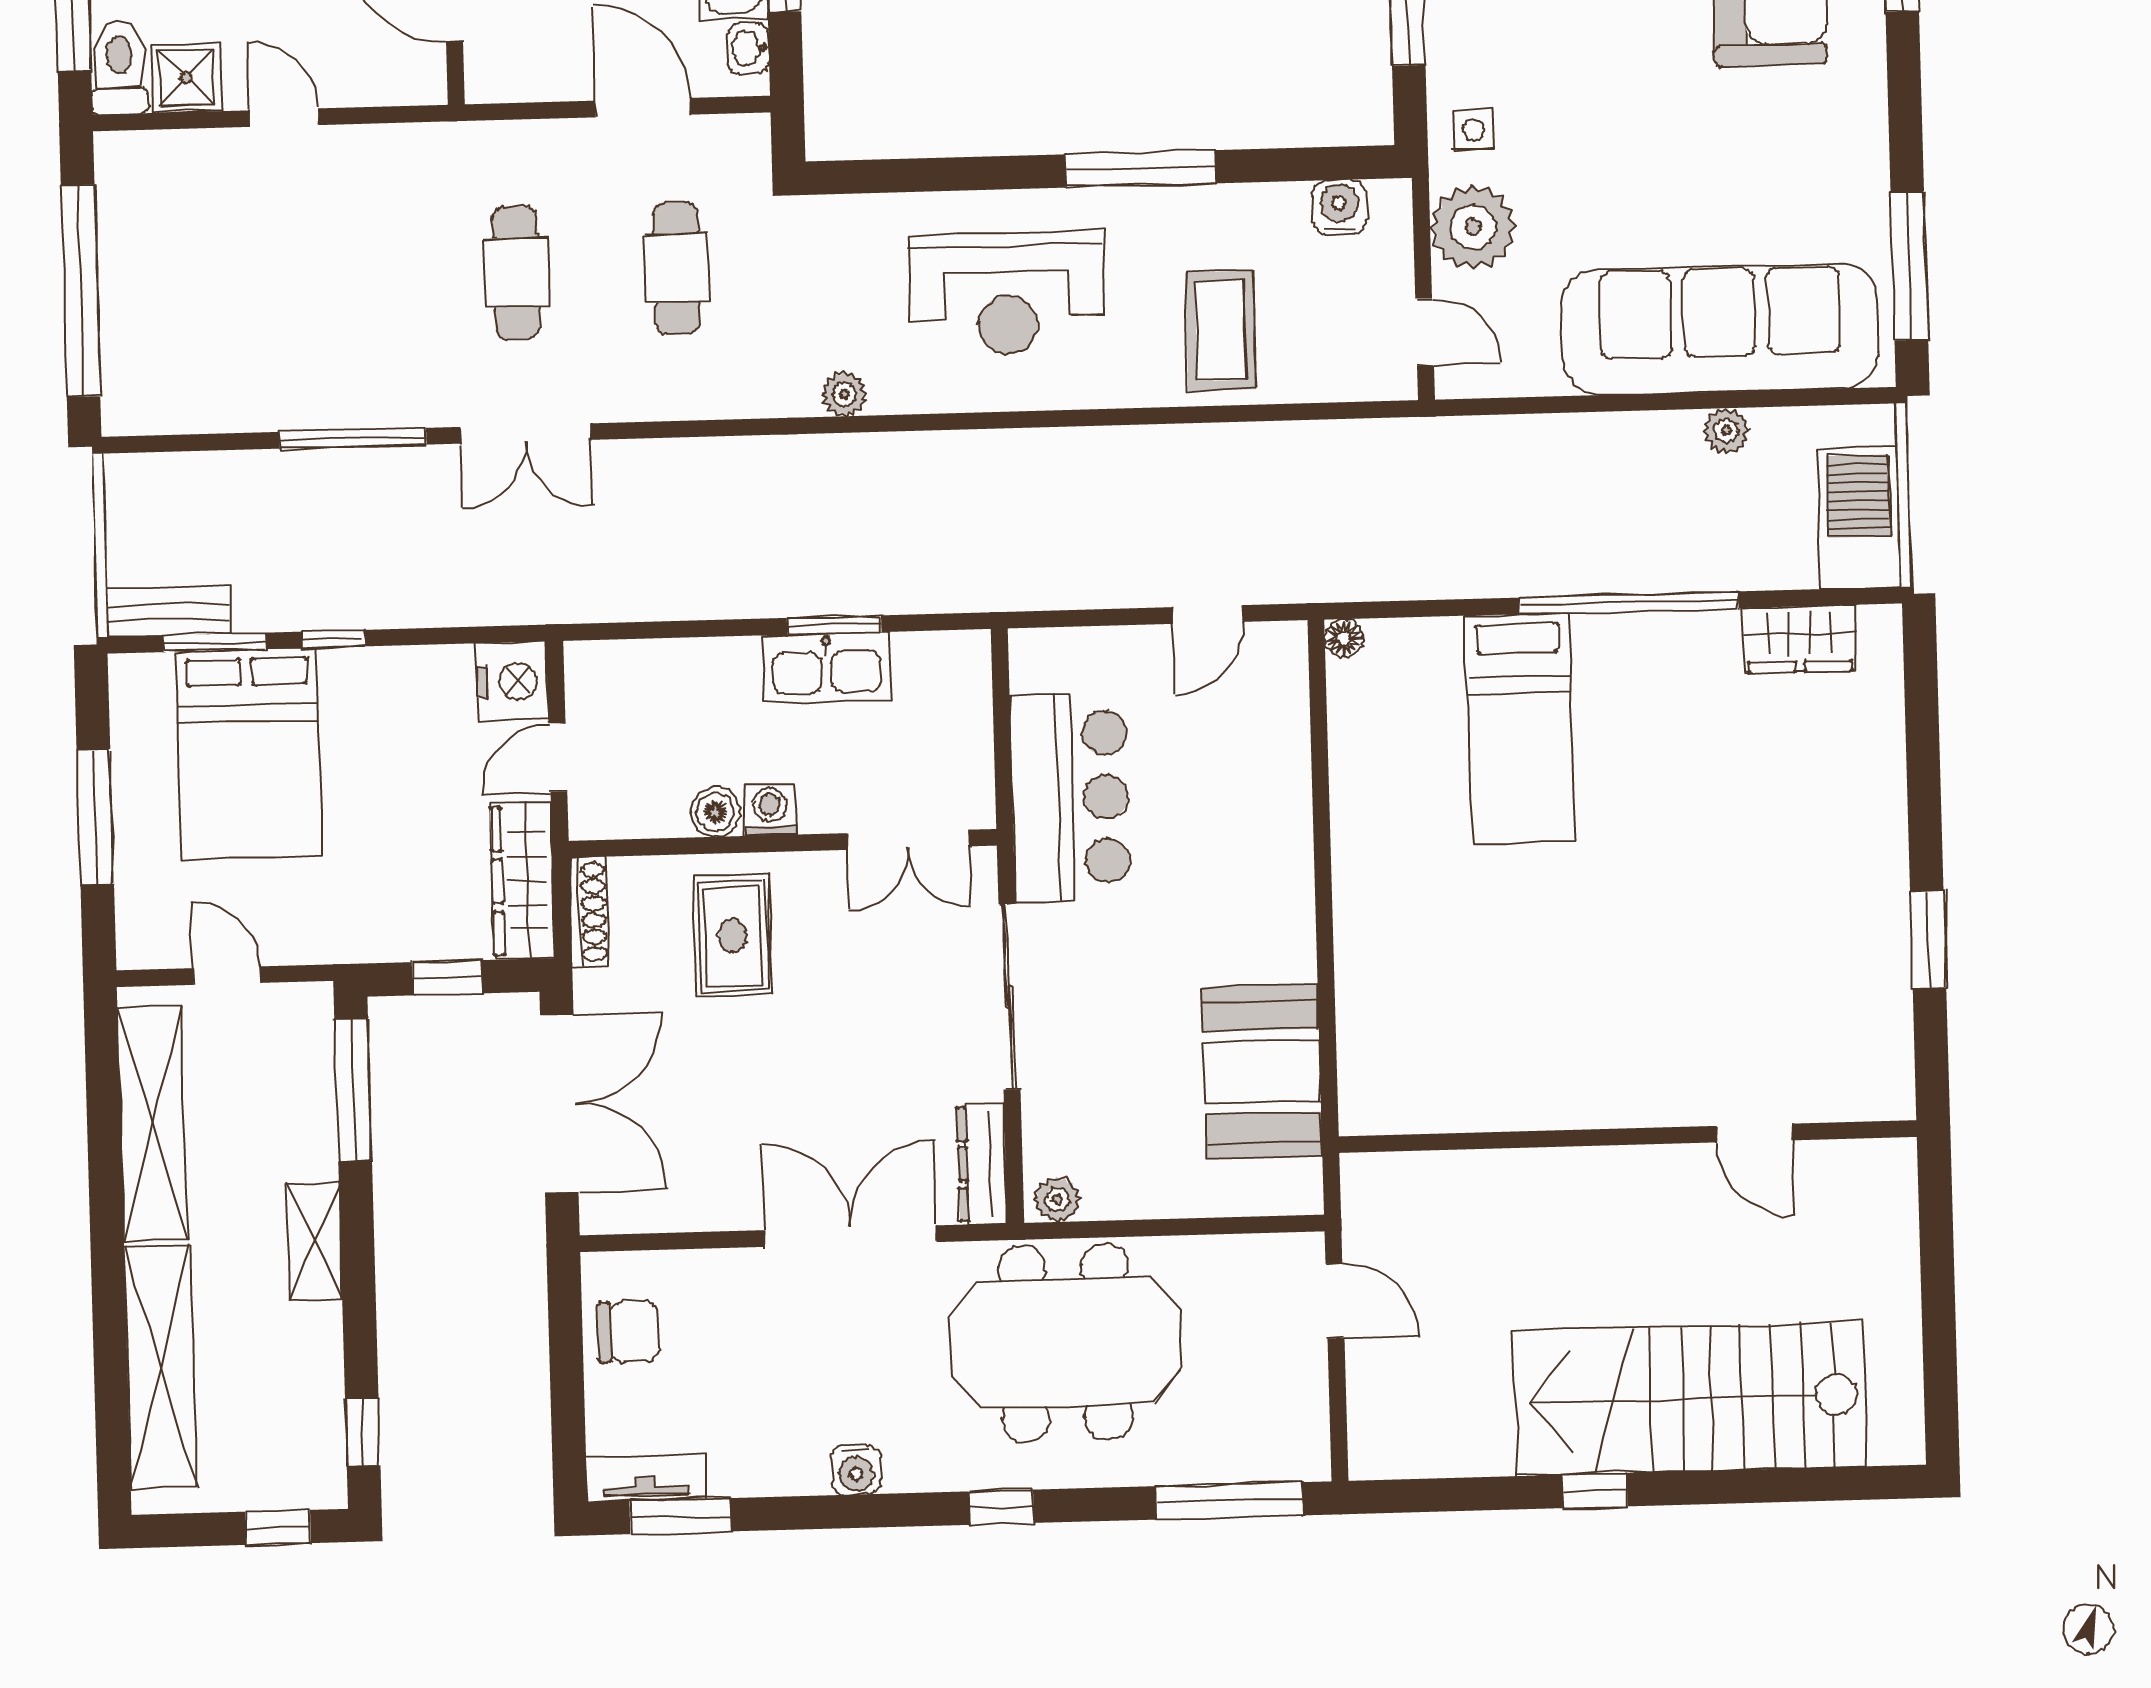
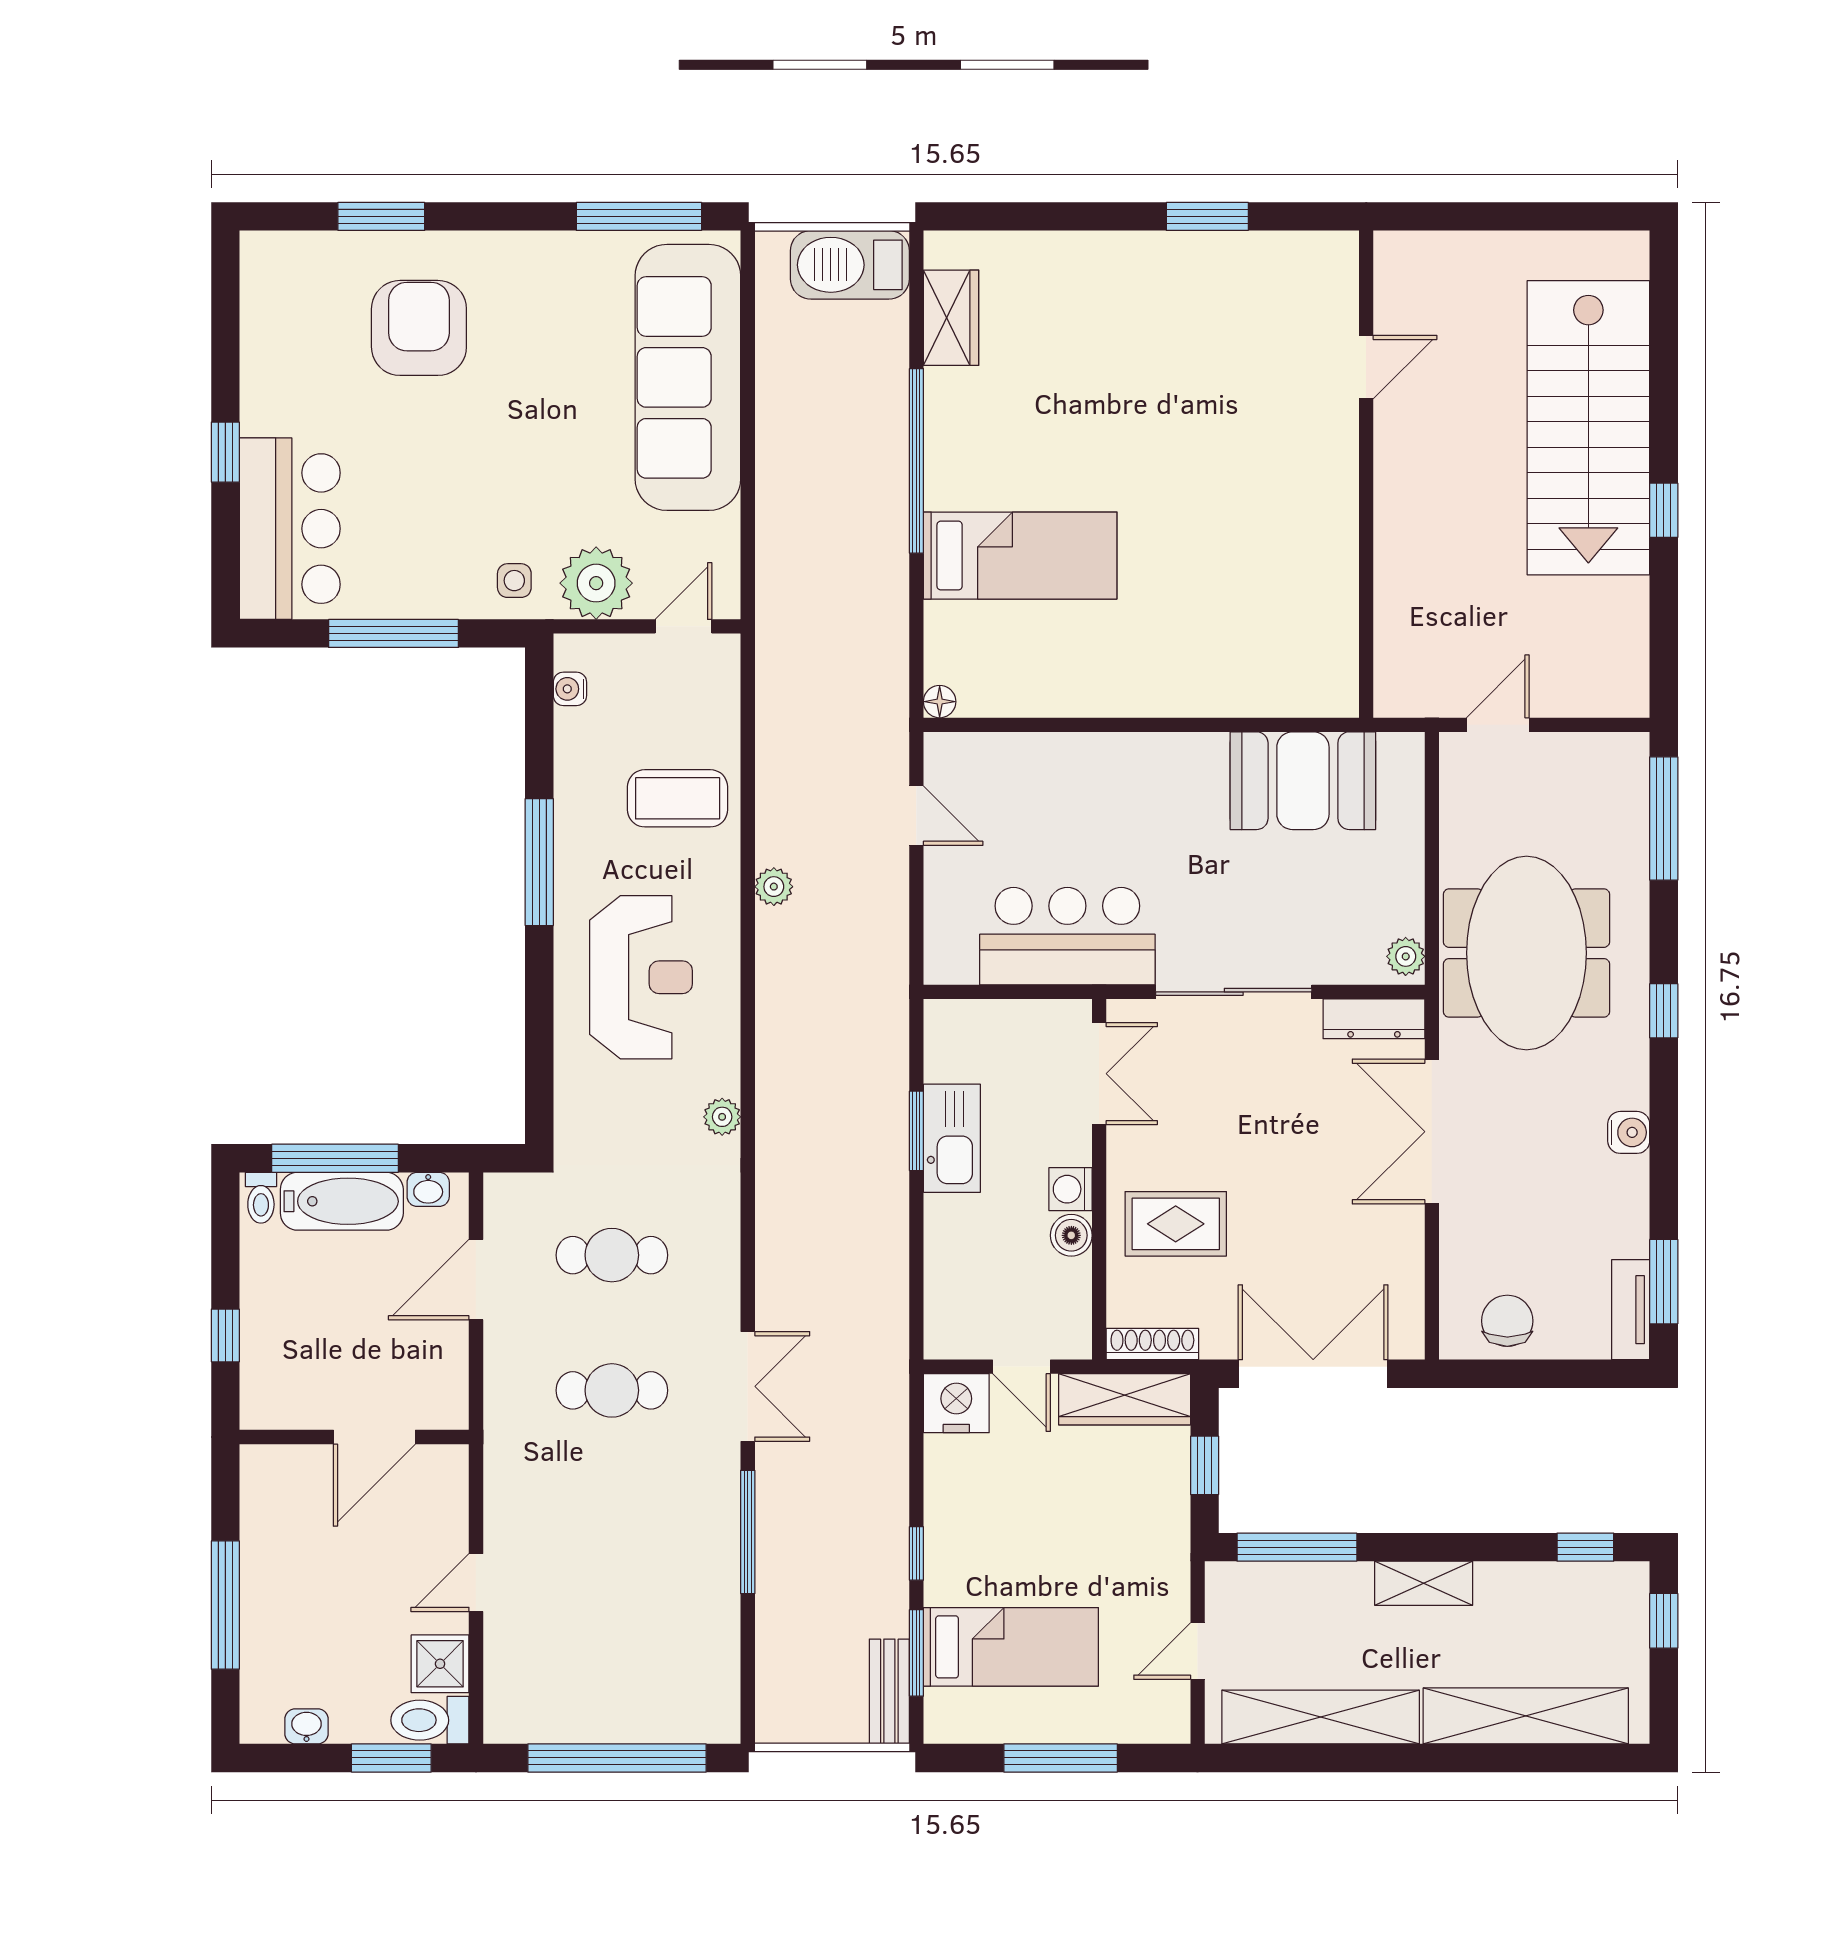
water cooler: (1339, 207) -> (570, 689), width x0.72, depth x0.72
plant: (1726, 431) -> (774, 887), moved
bed: (249, 753) -> (1011, 1647), width x0.67

